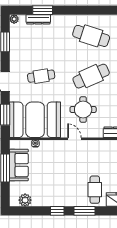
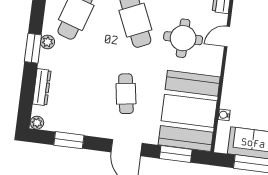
window: (43, 10) -> (33, 48), moved
plant: (69, 19) -> (48, 42), added
door: (74, 139) -> (227, 36), moved

